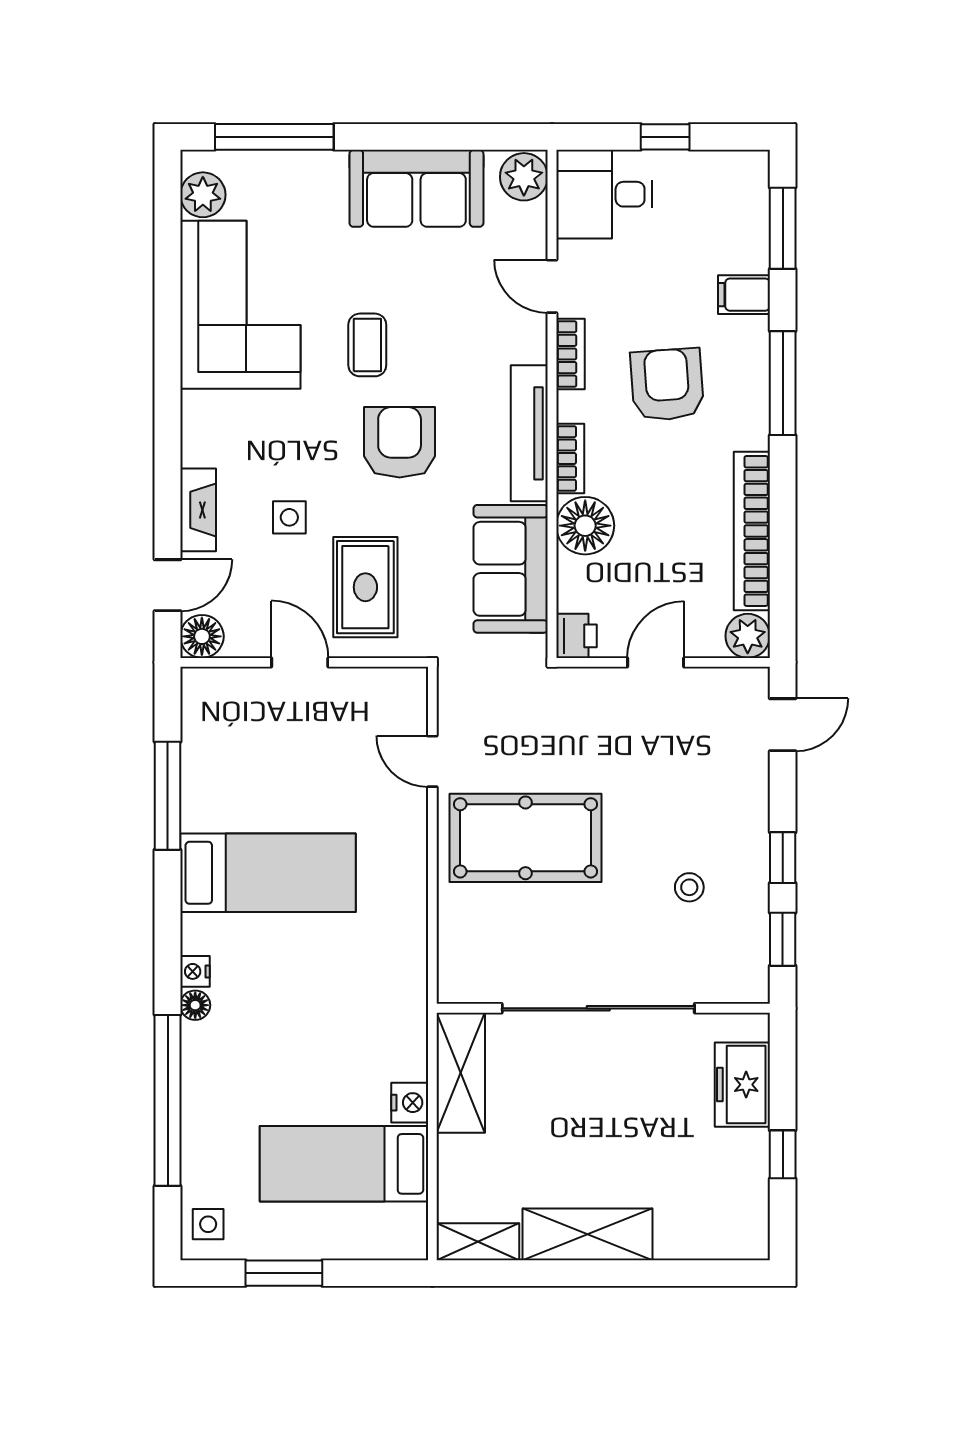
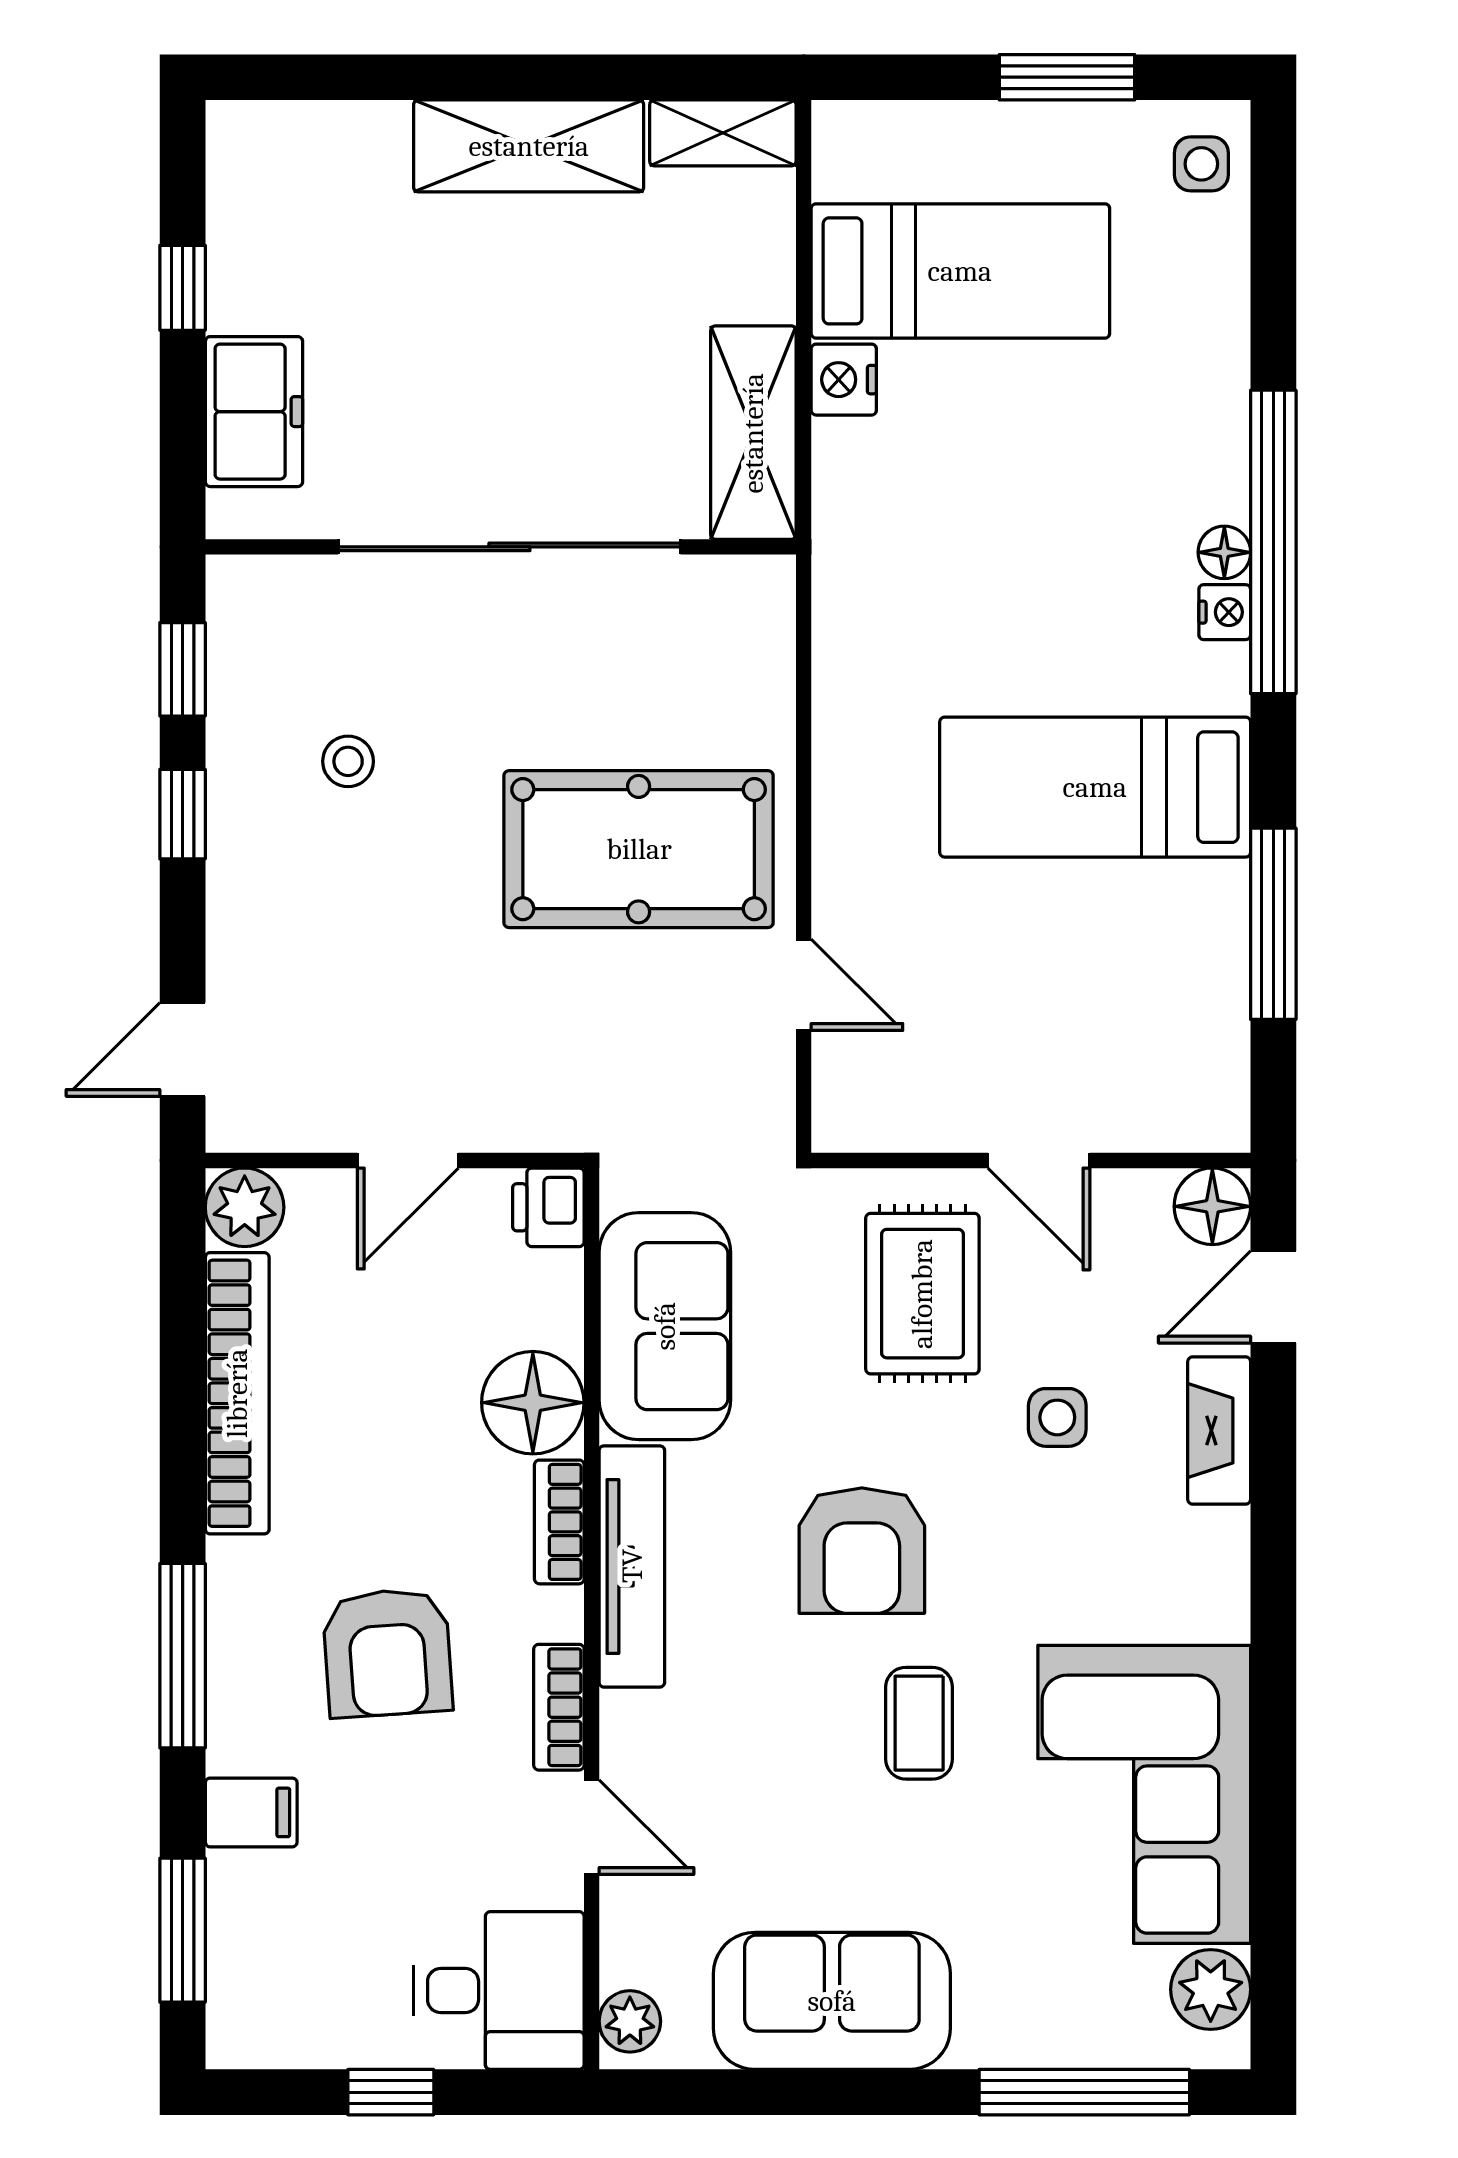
plant: (524, 177) -> (630, 2021), width x0.73, depth x0.73
window: (168, 1100) -> (1273, 542), moved

